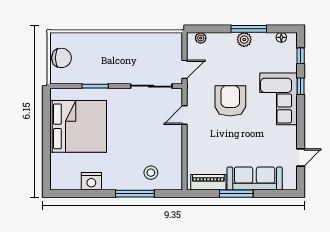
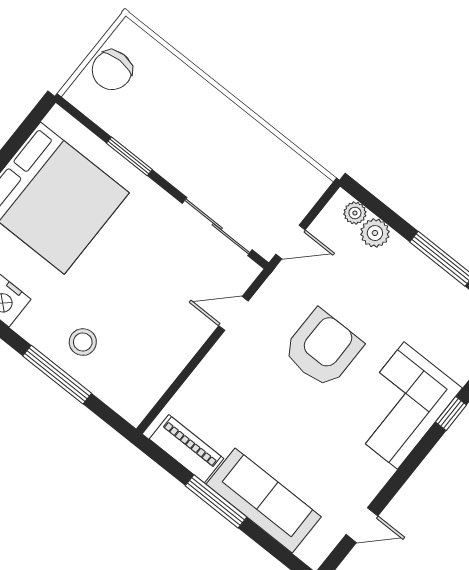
plant: (244, 40) -> (375, 233), moved
chair: (61, 58) -> (112, 70), turned 90
stool: (151, 173) -> (83, 342), moved

